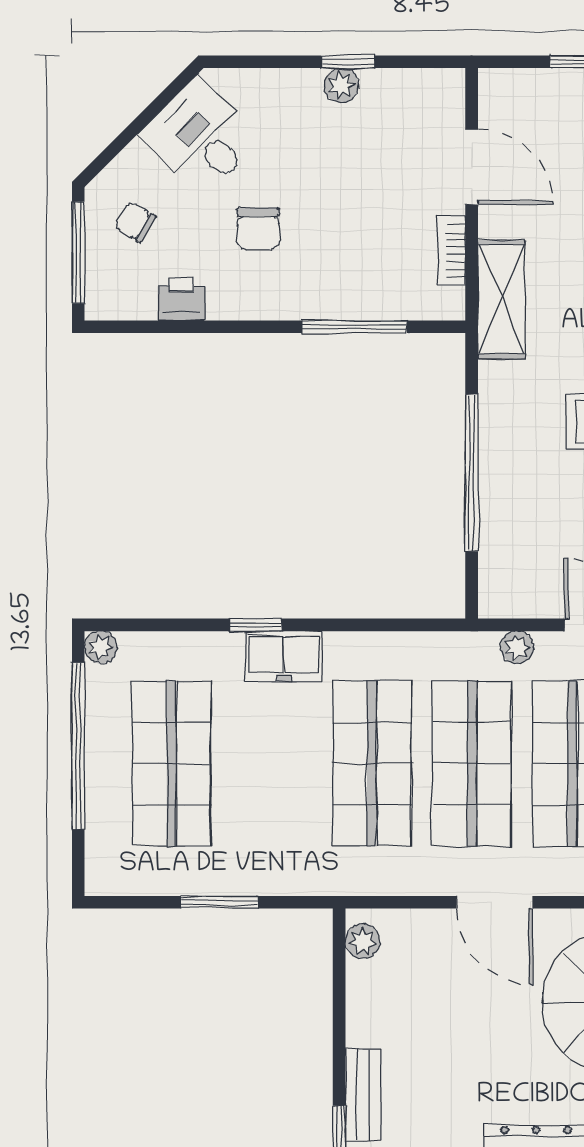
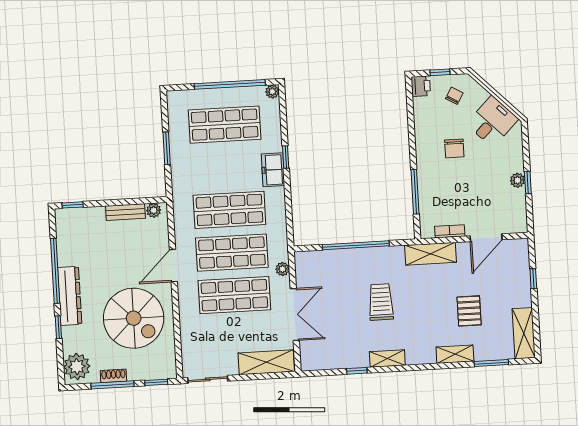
chair: (258, 229) -> (454, 148), turned -90
window: (78, 252) -> (440, 72), width x0.46
printer: (182, 299) -> (421, 86), moved
bench: (363, 1095) -> (125, 212), moved

